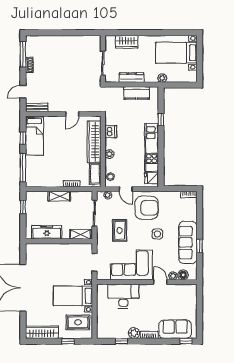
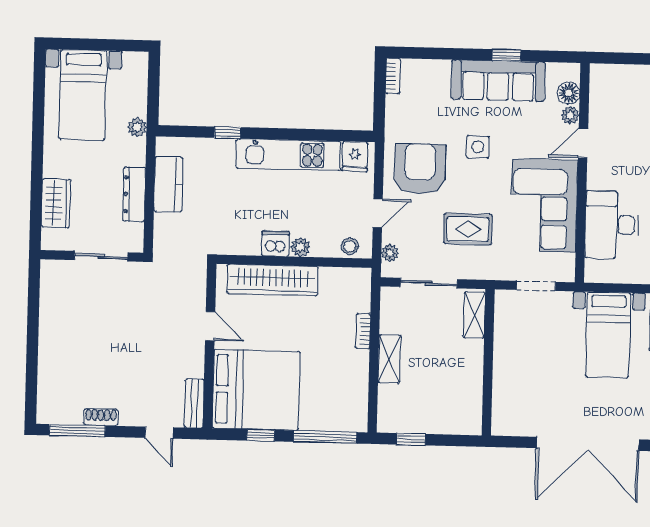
dishwasher: (111, 132) -> (275, 244), moved
bed: (34, 136) -> (256, 390), width x2.04
cot: (95, 174) -> (343, 280), removed
freezer: (47, 232) -> (468, 389), removed

